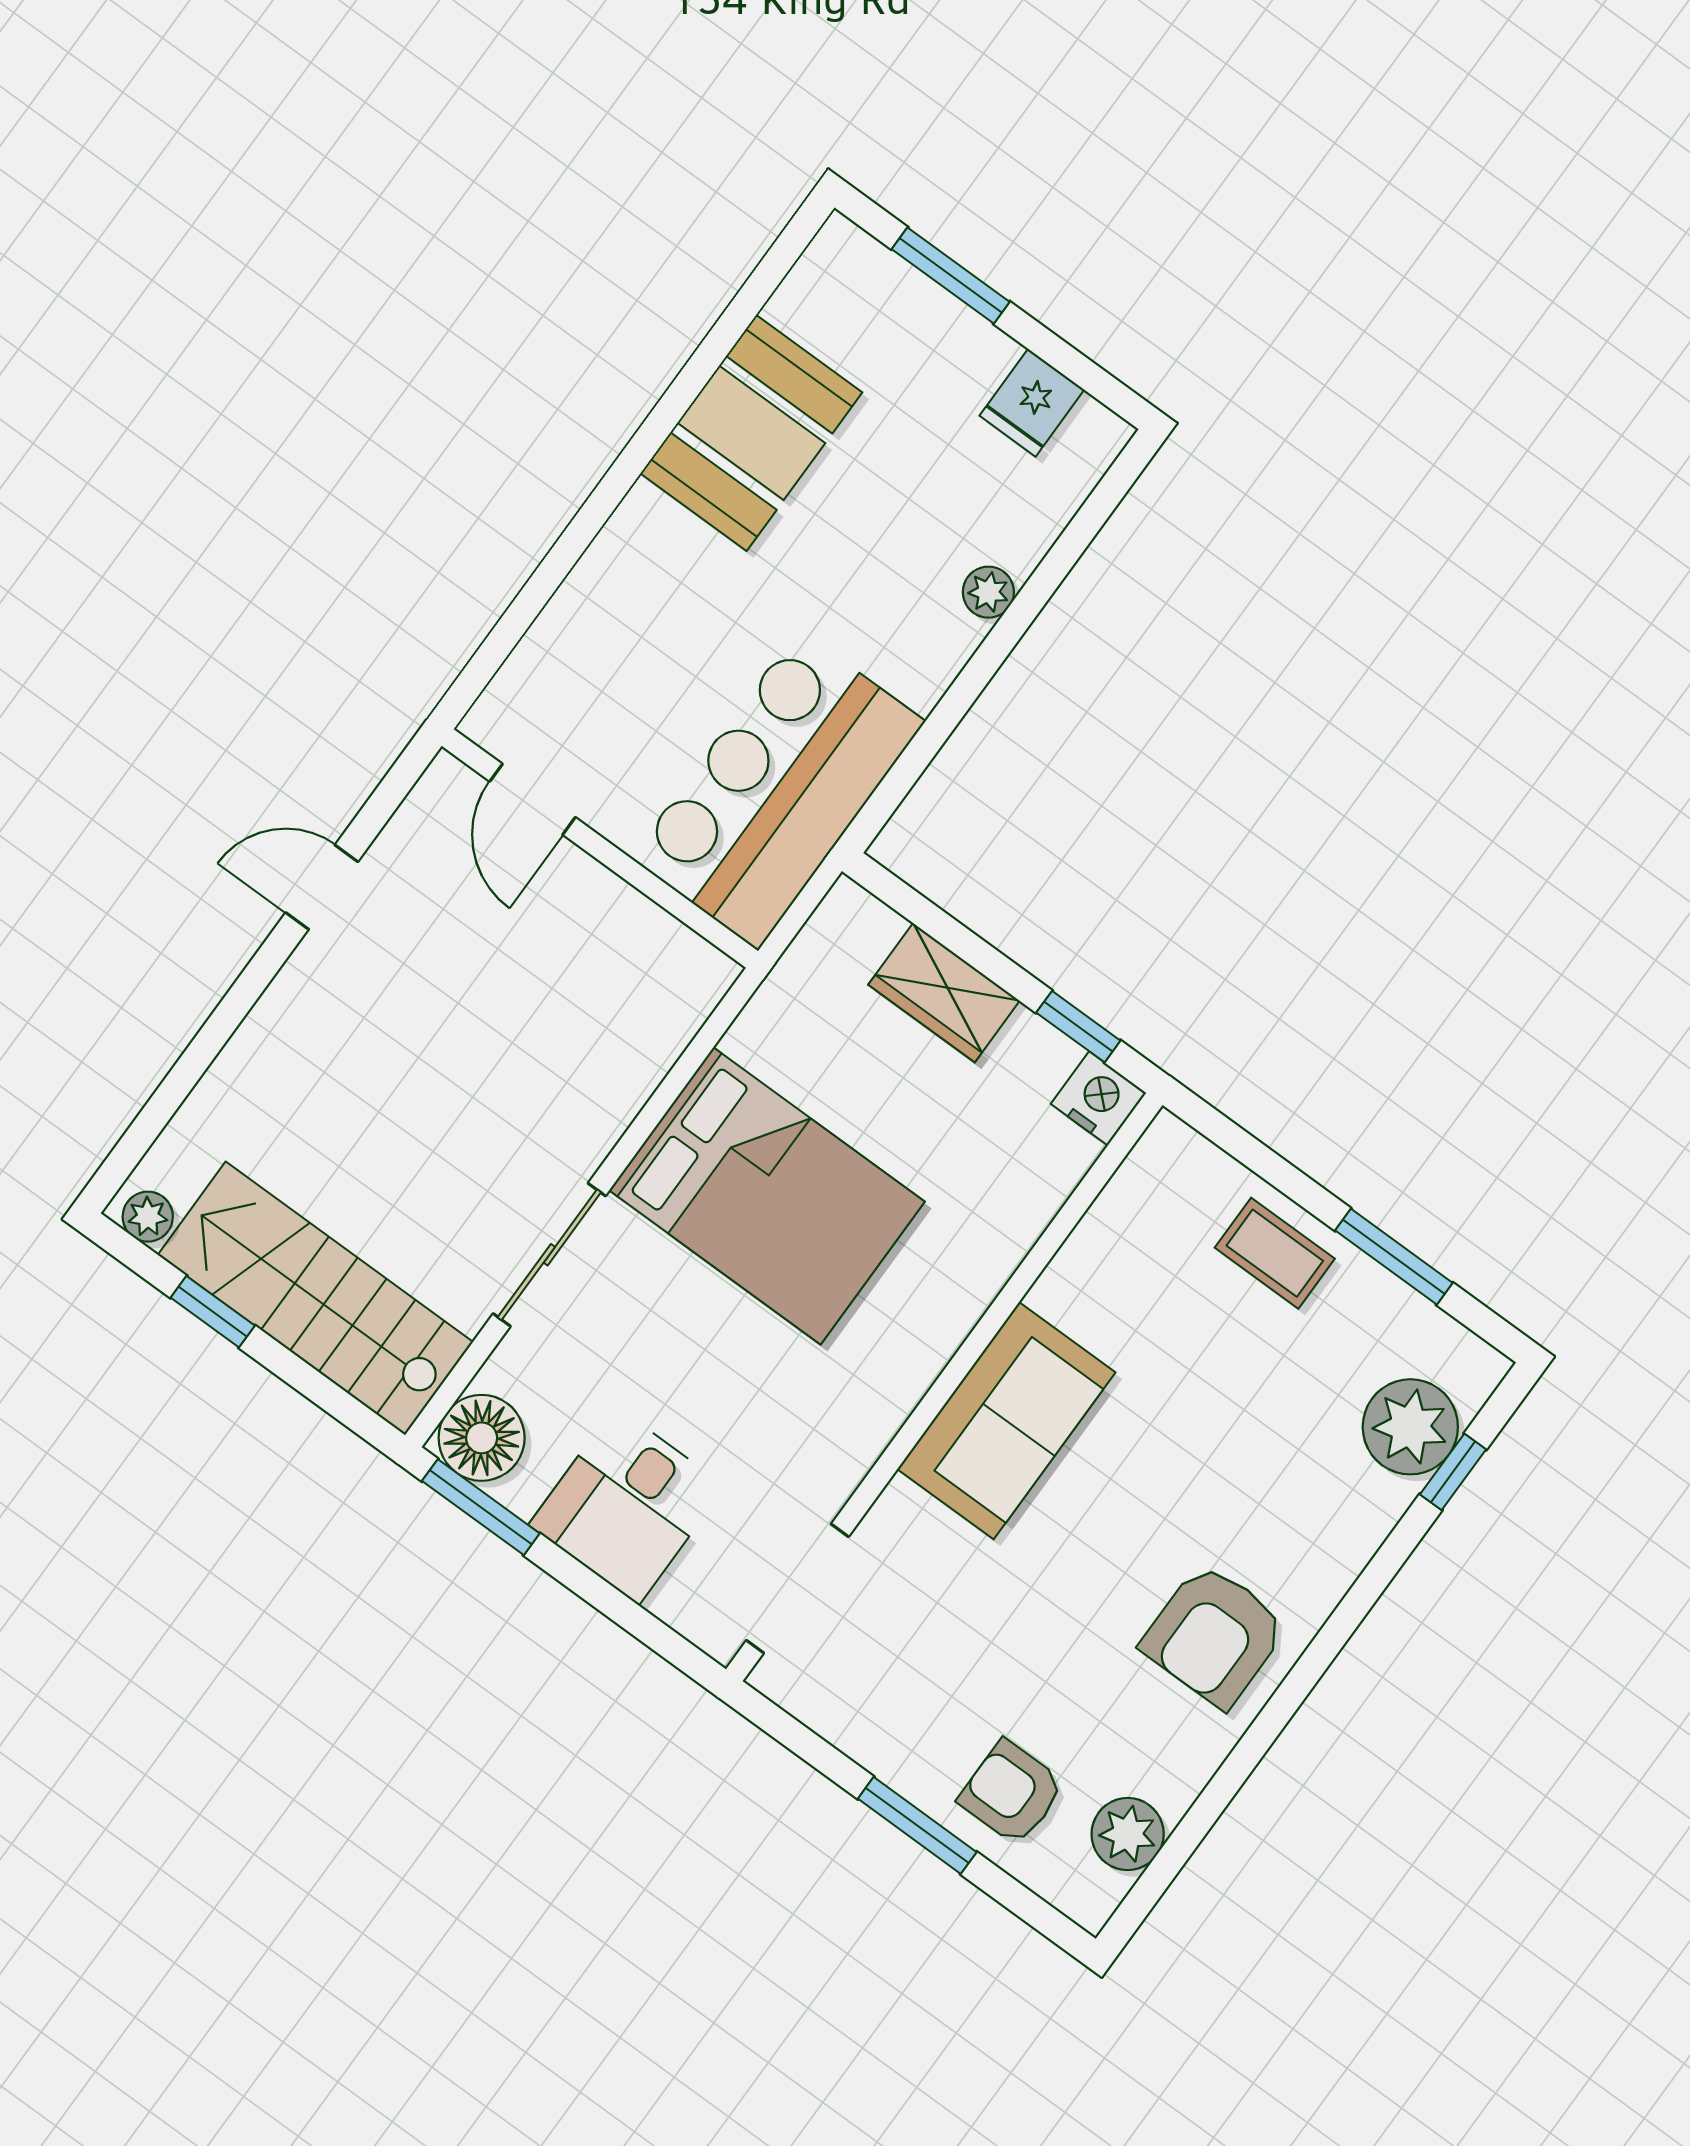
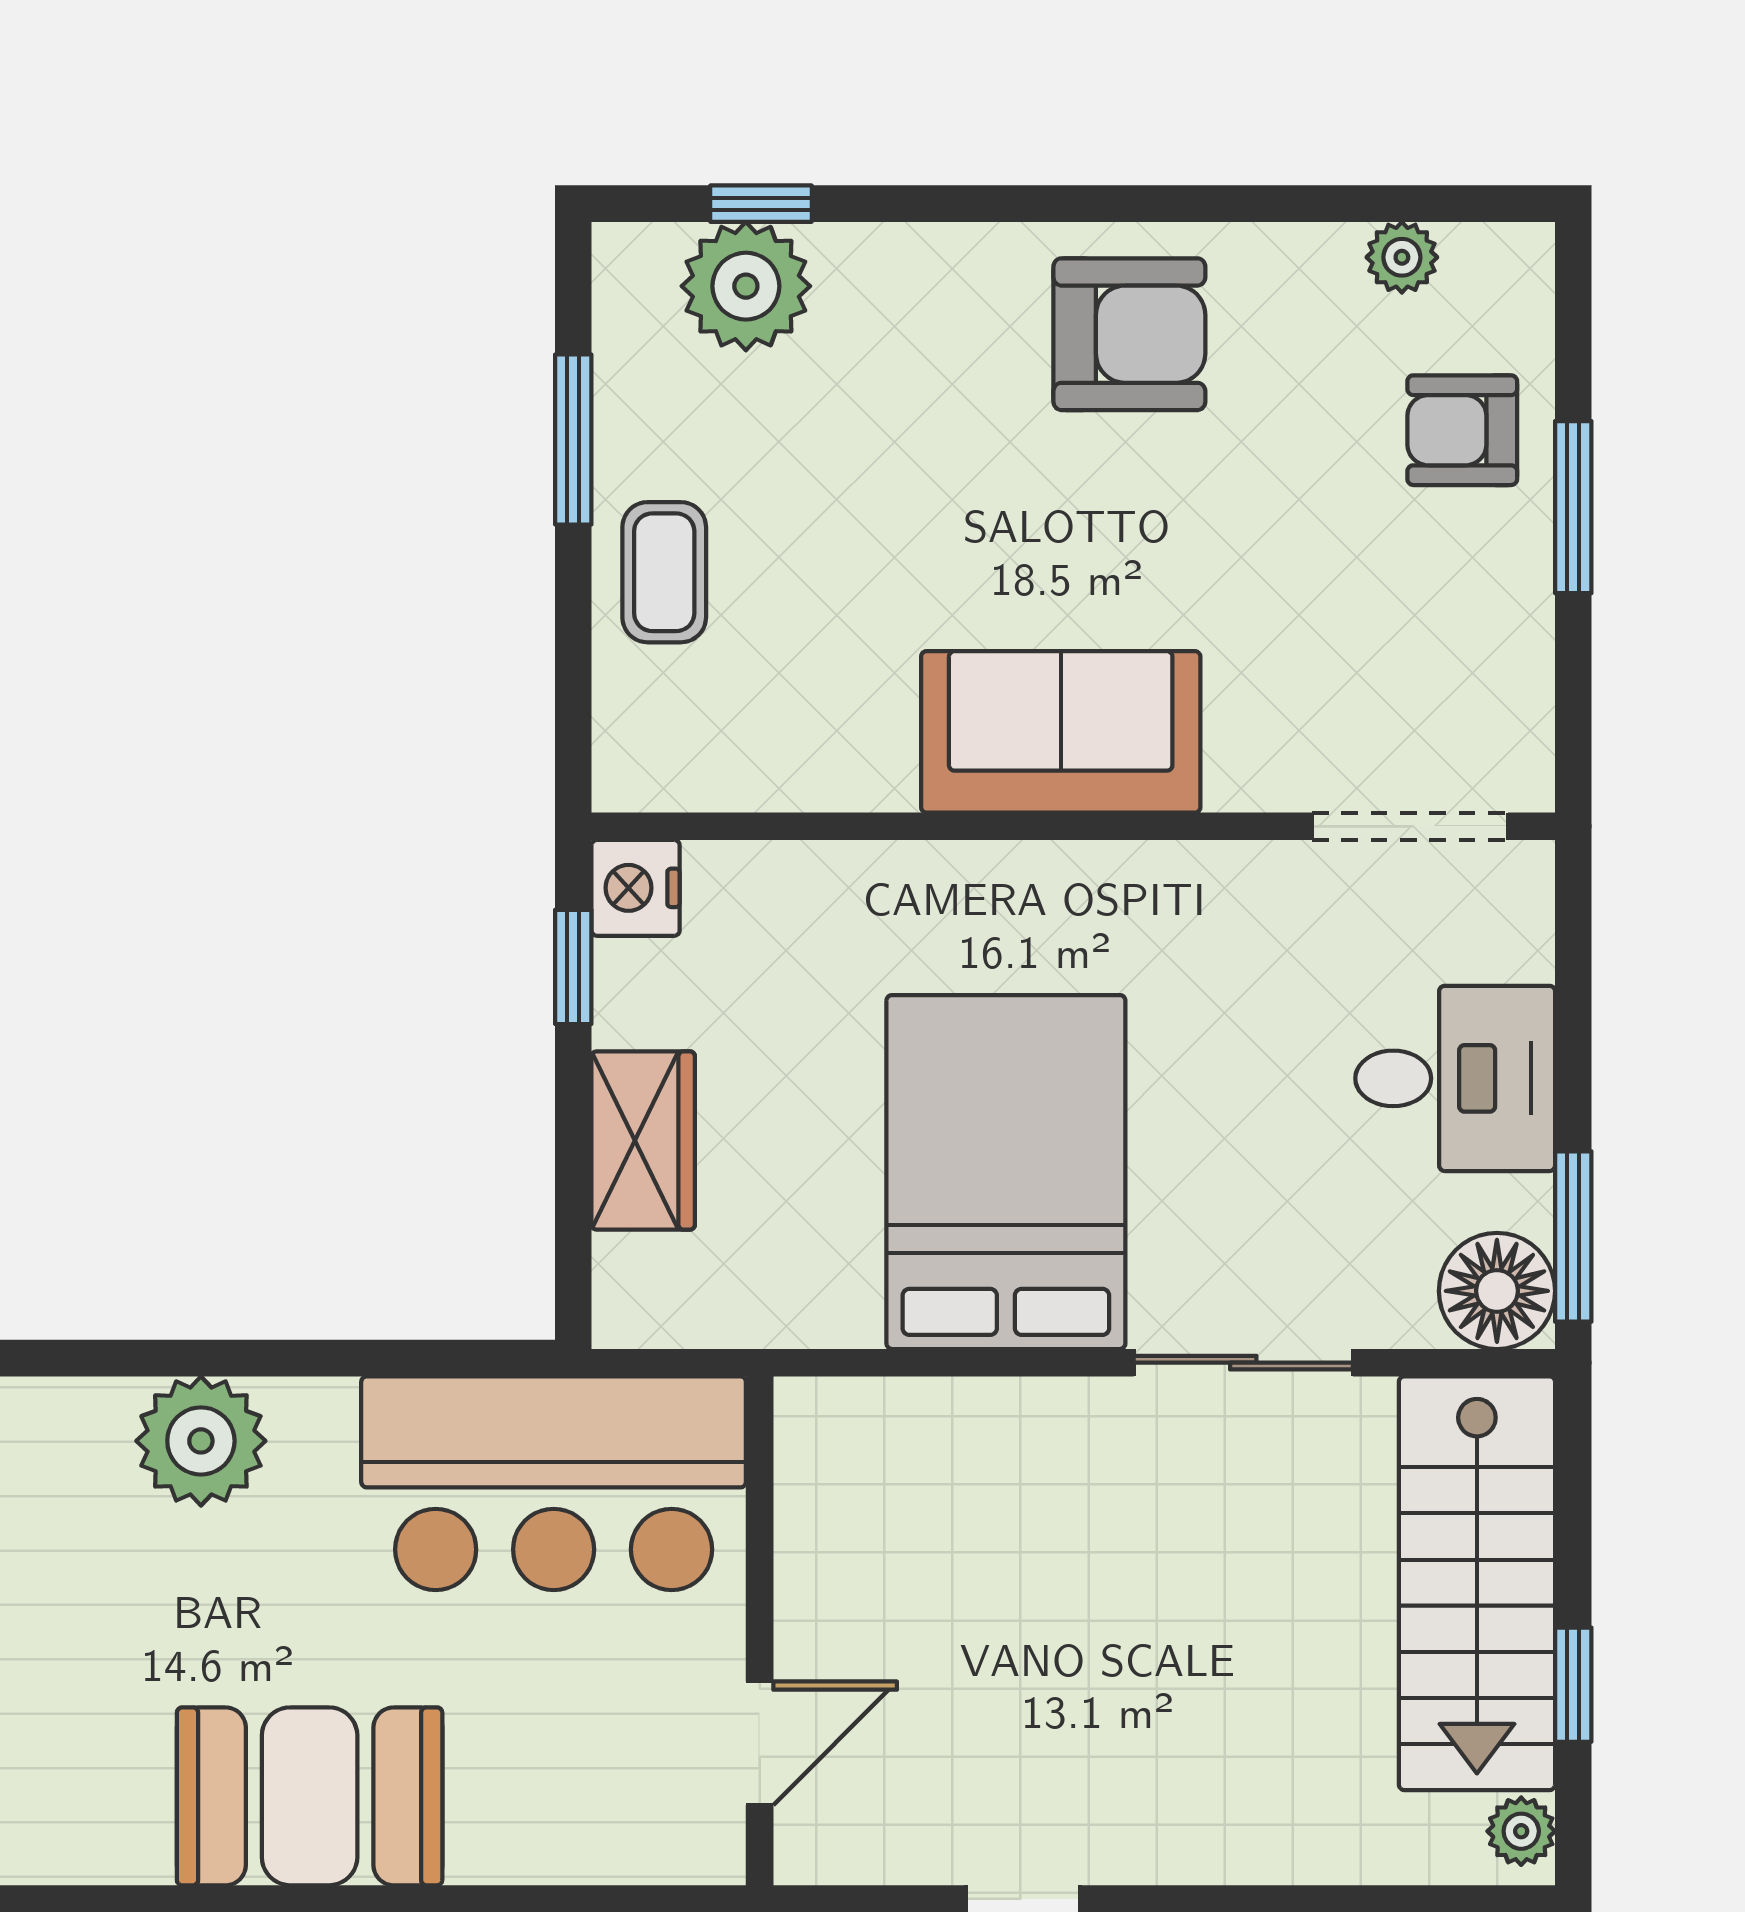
booth: (751, 433) -> (310, 1796), moved
plant: (988, 592) -> (201, 1441), width x1.88, depth x1.88
armchair: (1012, 1793) -> (1462, 430), turned 90
plant: (1128, 1834) -> (1402, 257), width x0.73, depth x0.73

